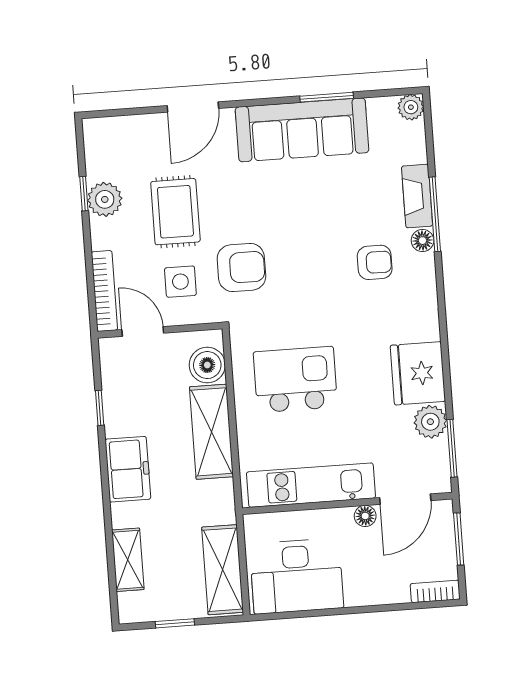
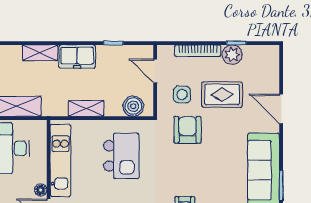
armchair: (241, 267) -> (187, 130), turned 180
bookcase: (104, 291) -> (198, 51), moved
door: (143, 331) -> (155, 71), swing flipped
shelving: (211, 432) -> (86, 109), width x0.67, depth x0.75
shelving: (128, 560) -> (40, 53), moved

